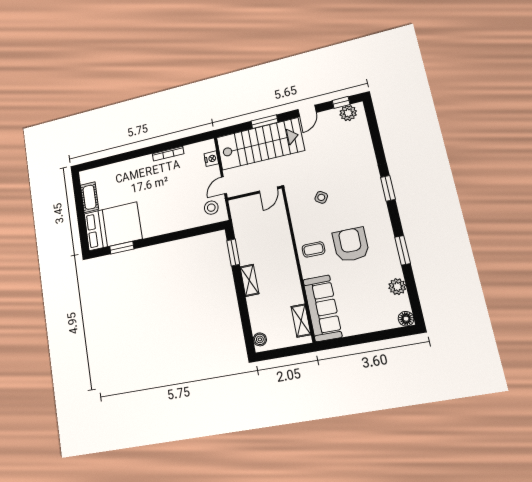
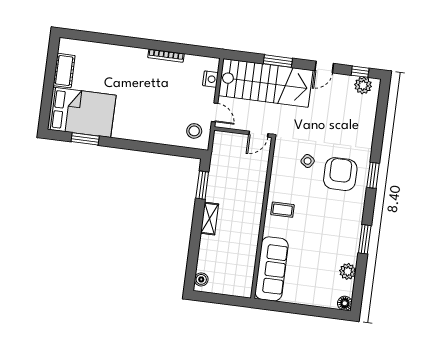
door: (224, 185) -> (215, 112), swing flipped
armchair: (351, 245) -> (340, 174), moved
shelving: (301, 321) -> (247, 274), removed

